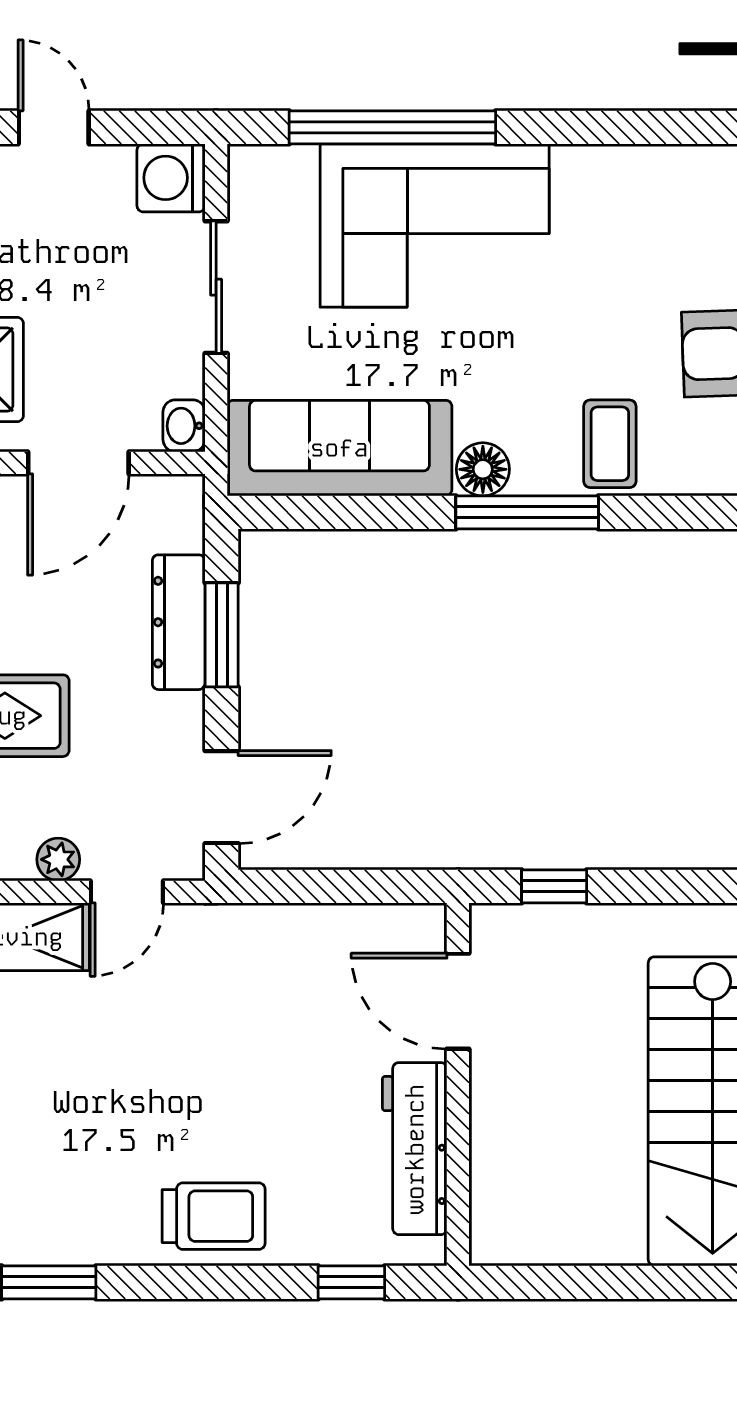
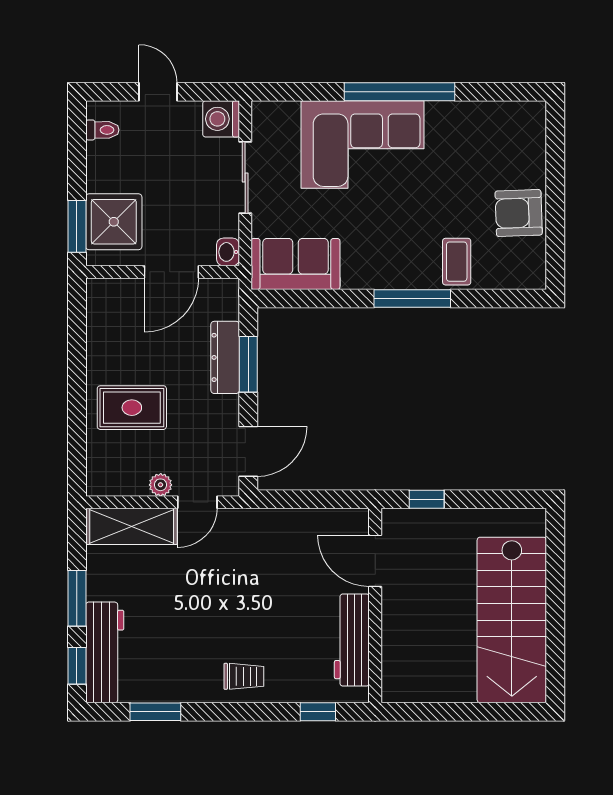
window: (392, 127) -> (399, 92), moved
sofa: (339, 448) -> (295, 264), width x0.73
floor lamp: (483, 469) -> (388, 275), removed
trolley: (214, 1216) -> (244, 676), width x0.73, depth x0.72

